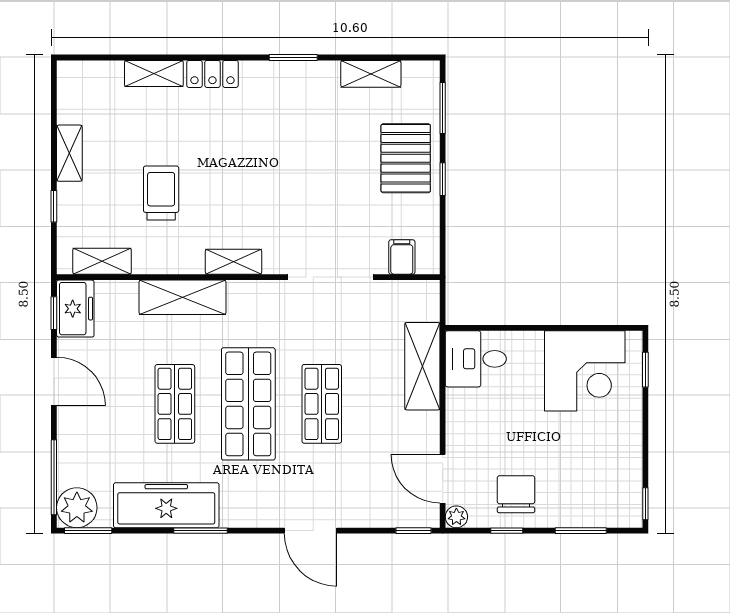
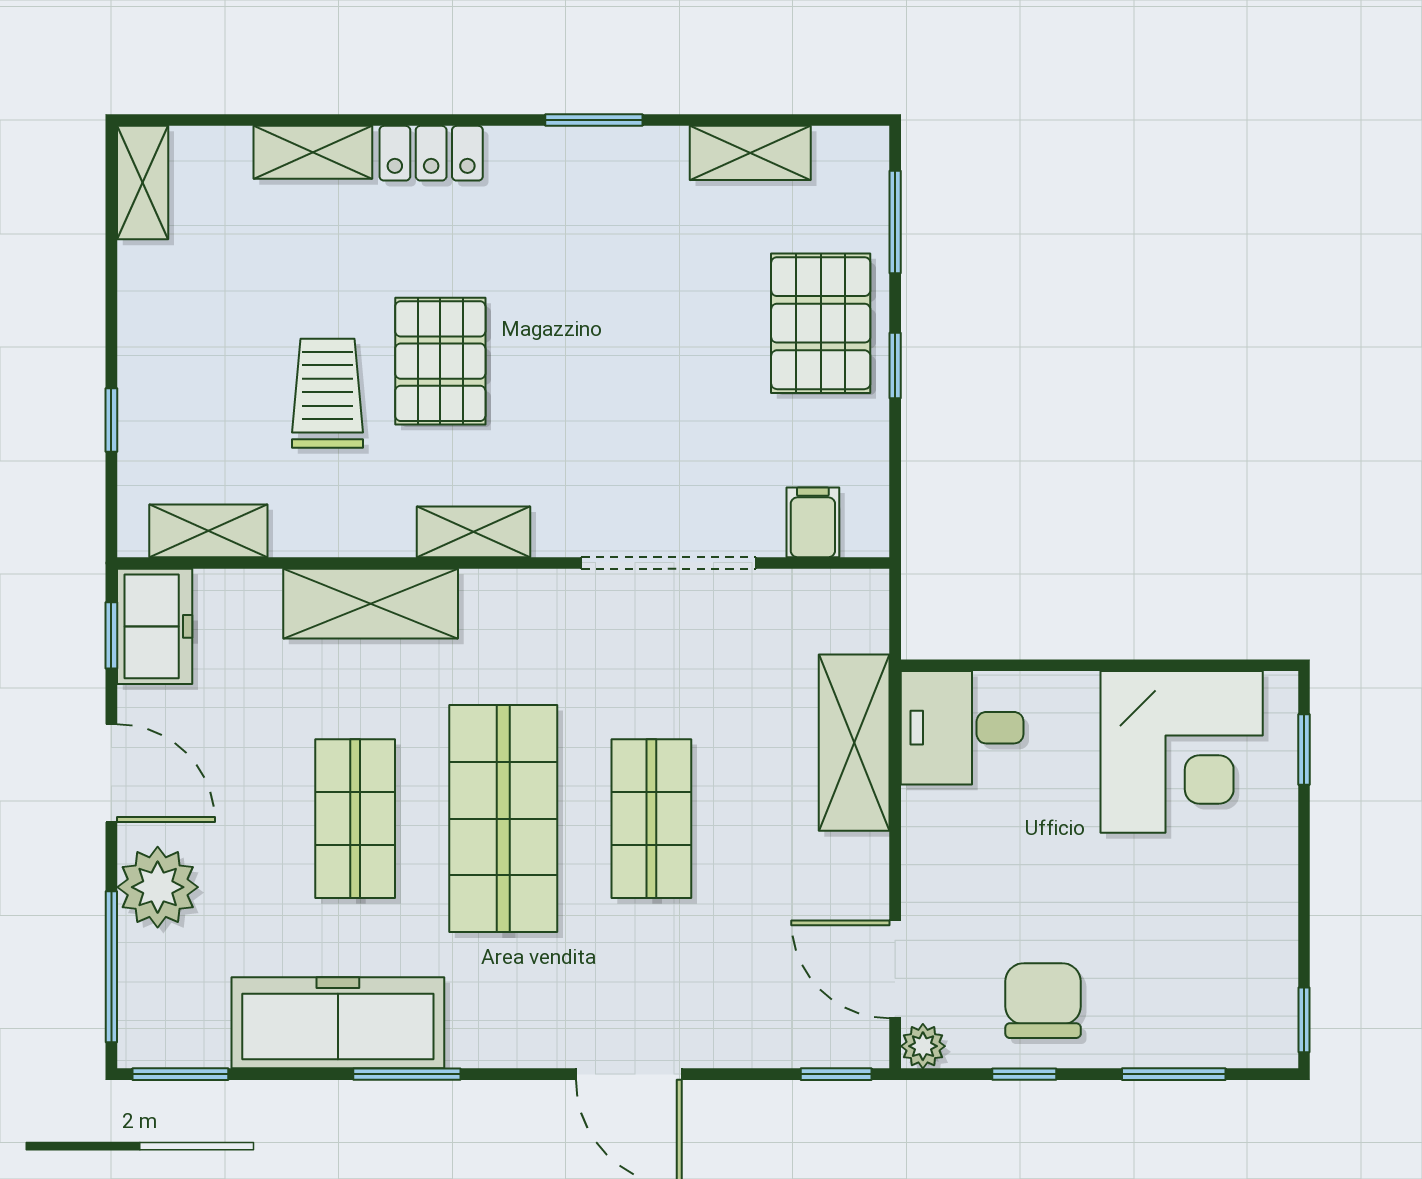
shelving: (69, 153) -> (143, 183), moved
pallet: (217, 177) -> (440, 361), added
plant: (77, 508) -> (158, 887), moved

